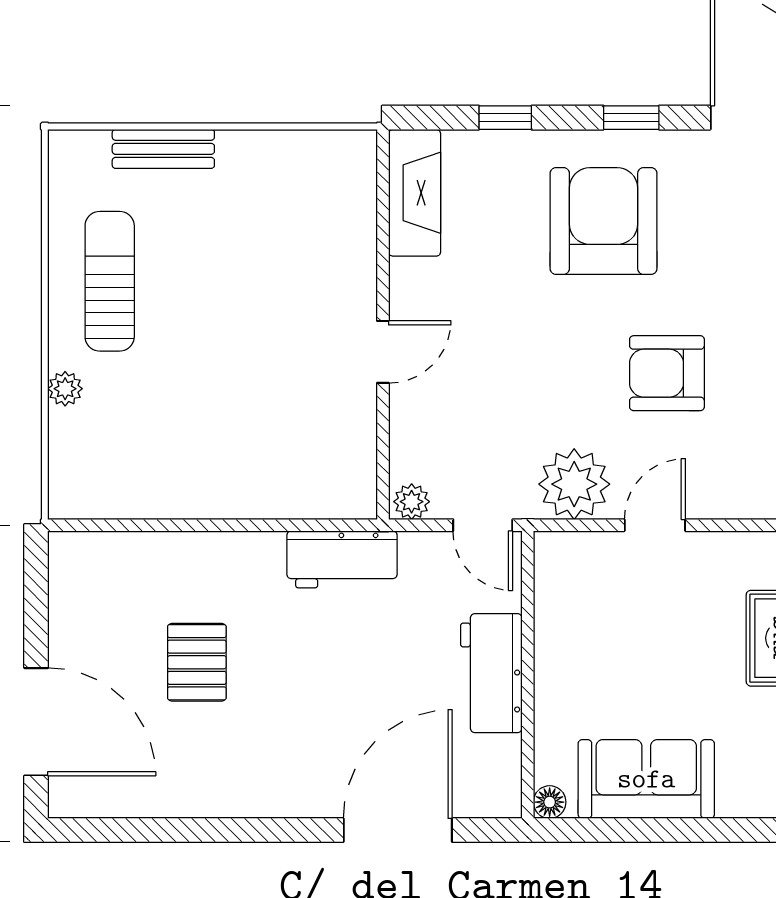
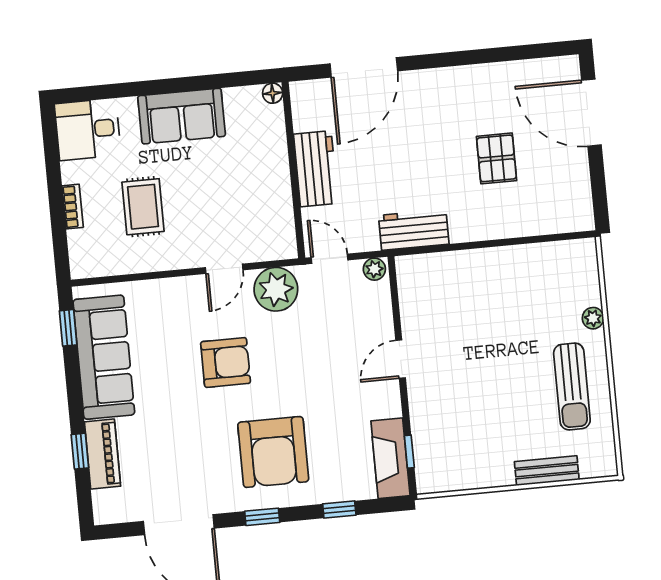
window: (383, 201) -> (409, 452), added
sofa: (646, 779) -> (182, 116), moved

